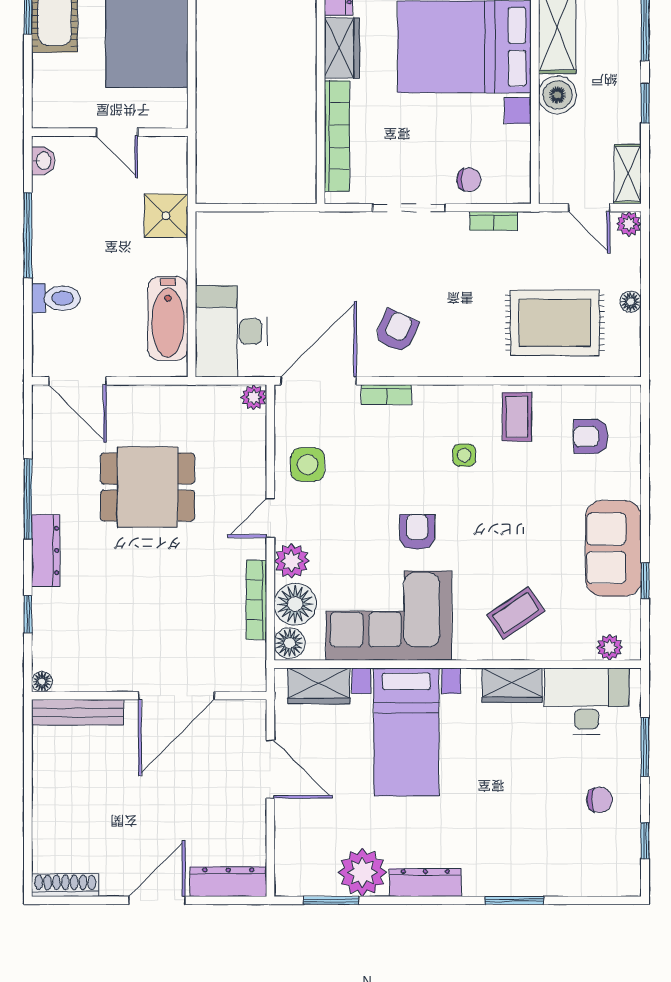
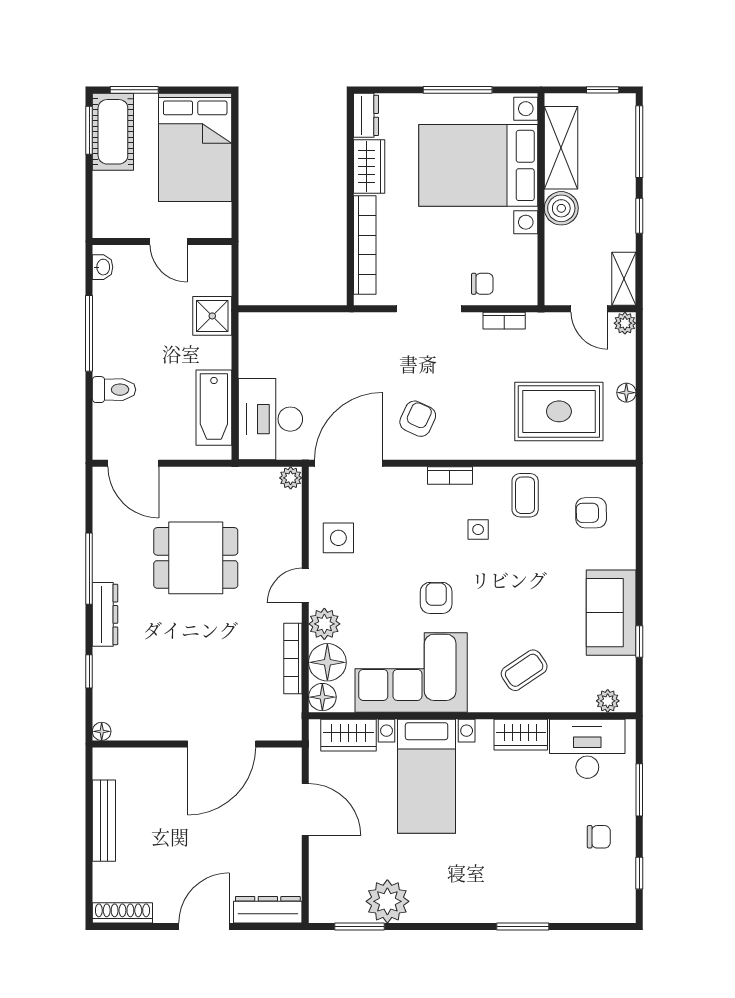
bookcase: (386, 395) -> (450, 476), moved
bench: (77, 712) -> (104, 821), moved, turned 90
dresser: (425, 882) -> (443, 910), removed

